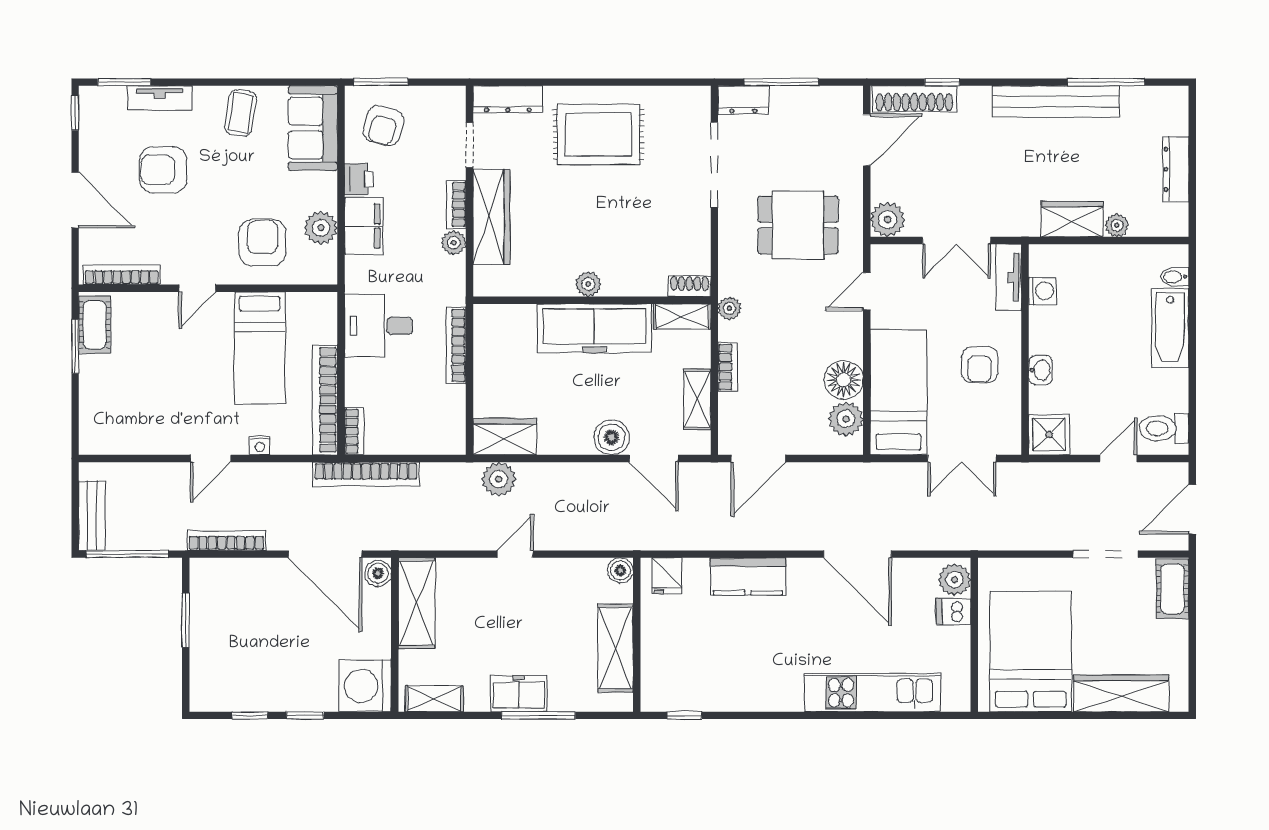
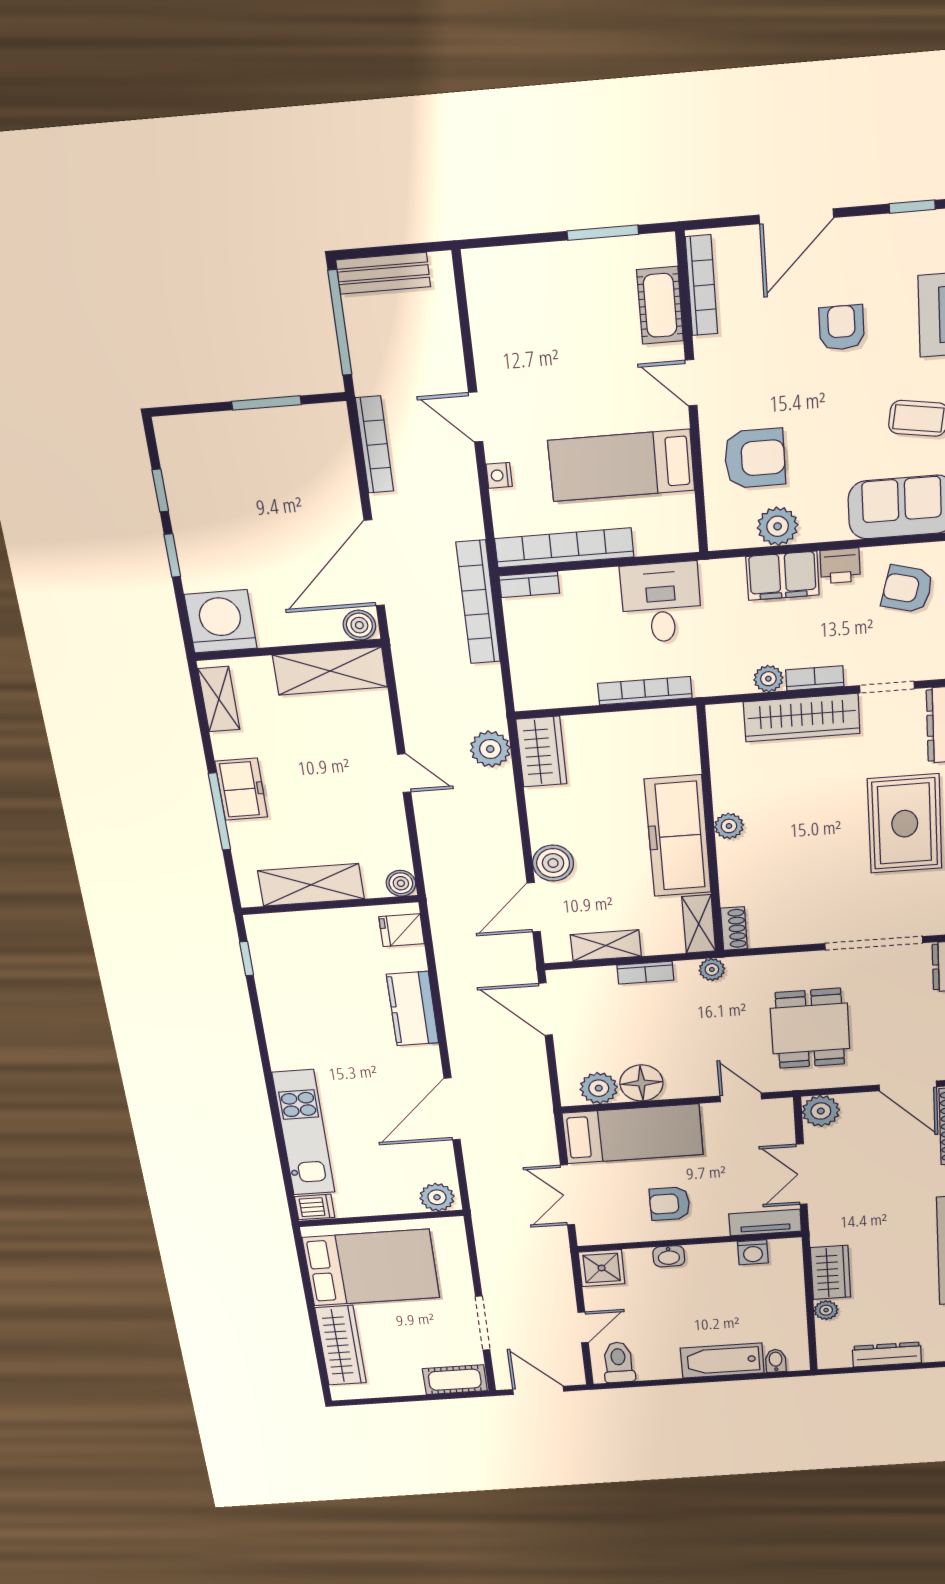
armchair: (163, 170) -> (842, 328), width x0.72, depth x0.72
cot: (95, 325) -> (660, 305), moved, turned 90
door: (1119, 459) -> (583, 1327), hinge flipped
dishwasher: (954, 612) -> (315, 1207), moved, turned 90

